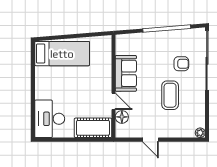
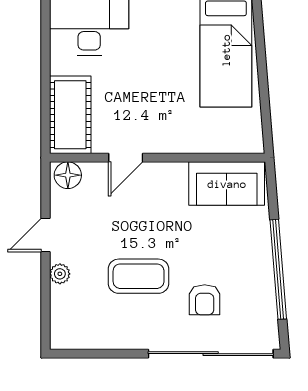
sofa: (126, 73) -> (227, 184), moved
floor lamp: (122, 117) -> (68, 175), moved
plant: (200, 133) -> (60, 274), moved

